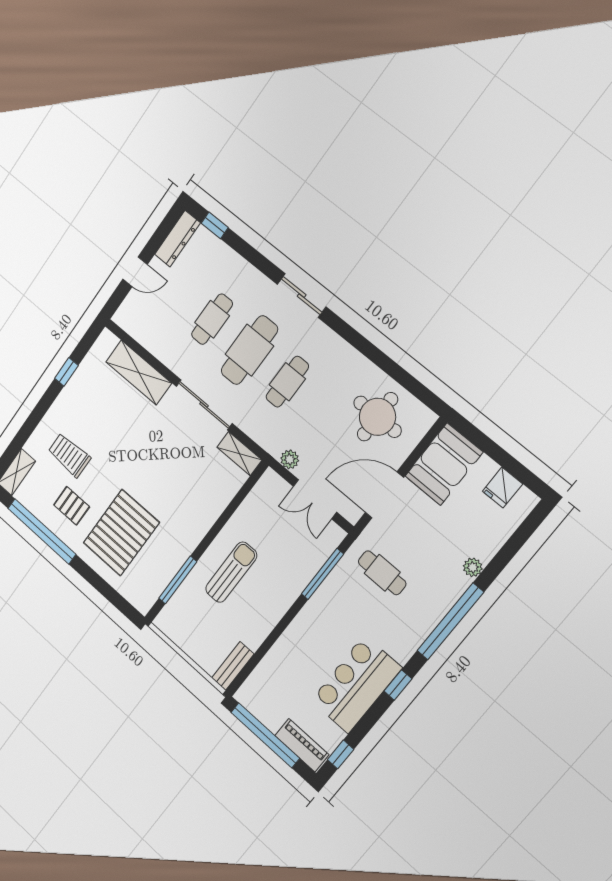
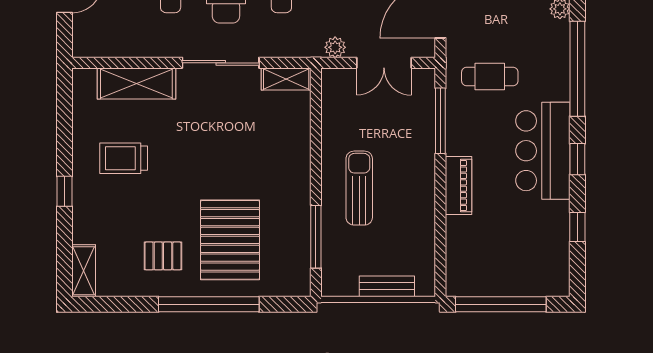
window: (66, 372) -> (65, 191), moved
trolley: (69, 455) -> (124, 158), moved
window: (42, 531) -> (209, 304), moved
bench: (233, 666) -> (387, 286), moved, turned 90
bar counter: (356, 684) -> (543, 151), moved
piano: (302, 745) -> (458, 186), moved, turned 90
window: (341, 754) -> (577, 227), moved

